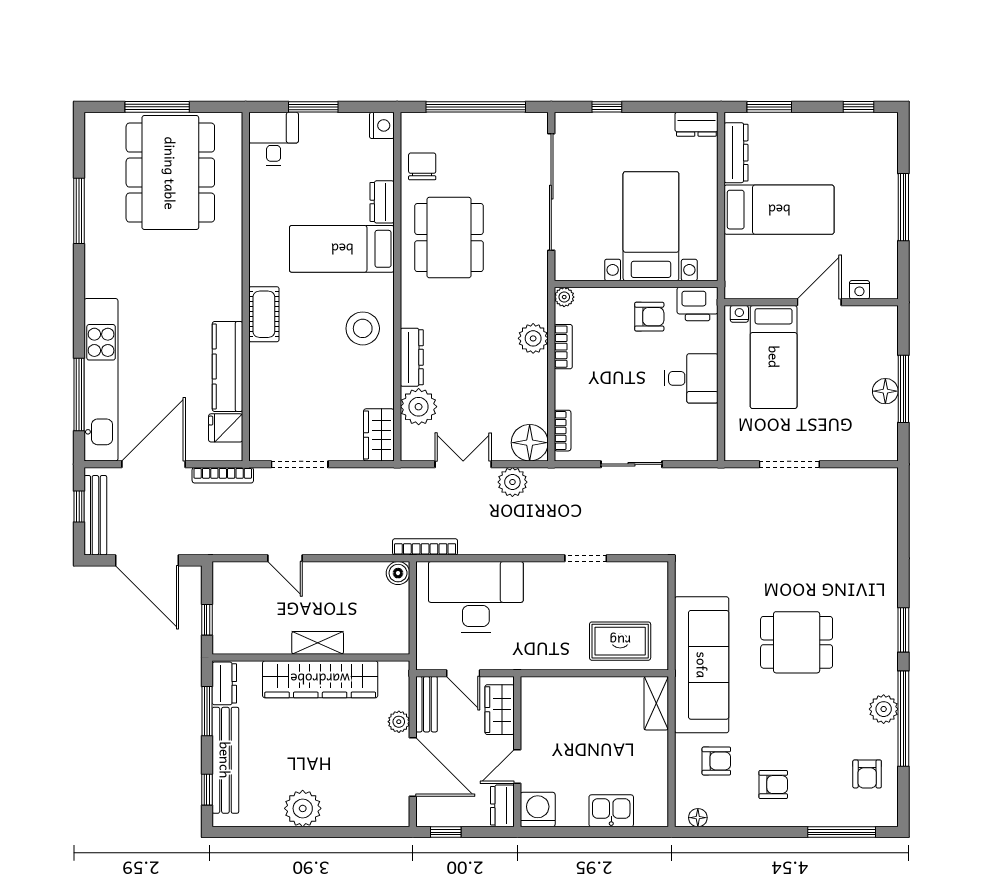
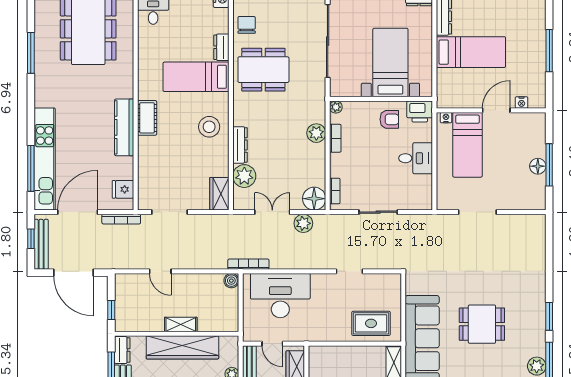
dining table: (449, 238) -> (263, 70), turned 90
kitchen counter: (227, 366) -> (124, 127), moved

